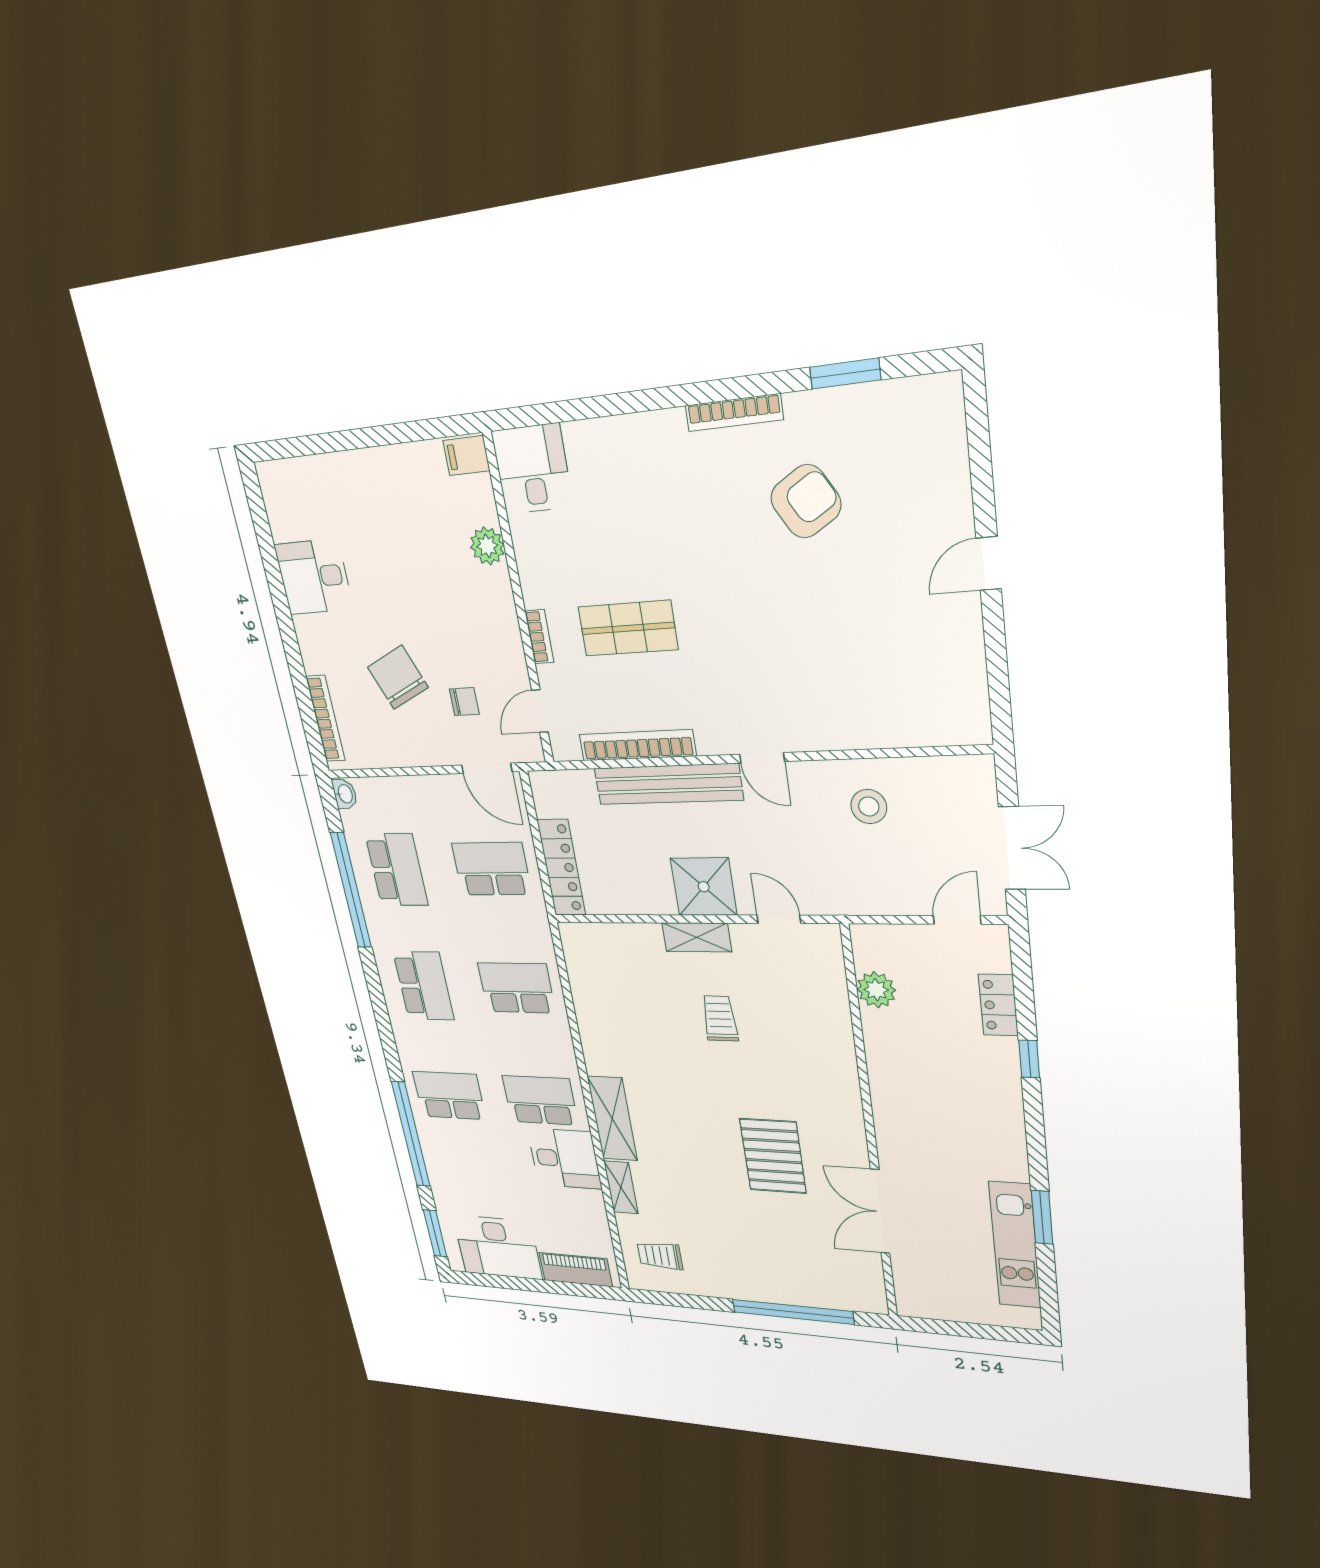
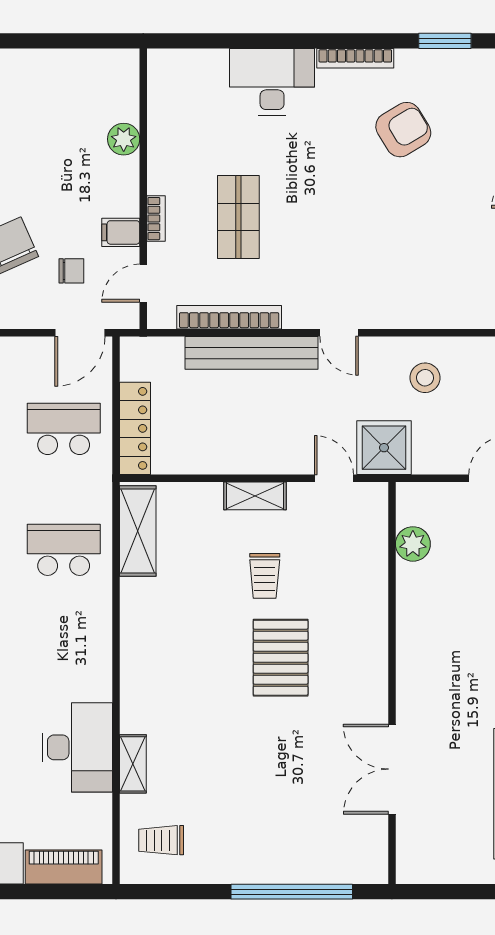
filing cabinet: (466, 456) -> (121, 232), moved
desk: (532, 469) -> (272, 82), moved, width x1.37
shop shelf: (628, 628) -> (238, 217), turned 90
door: (487, 768) -> (80, 333), hinge flipped
shower: (704, 887) -> (384, 448), moved
trolley: (720, 1018) -> (265, 576), turned 180
school desk: (540, 1100) -> (64, 671), removed
shelving: (612, 1119) -> (138, 531), moved
pallet: (773, 1156) -> (281, 658), moved
desk: (564, 1158) -> (77, 747), width x1.37

